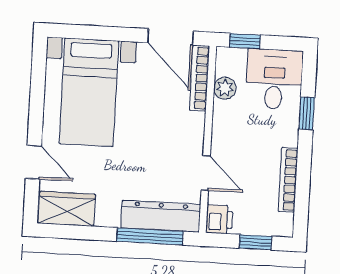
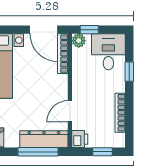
plant: (225, 88) -> (79, 41), moved
door: (206, 173) -> (70, 111), swing flipped

